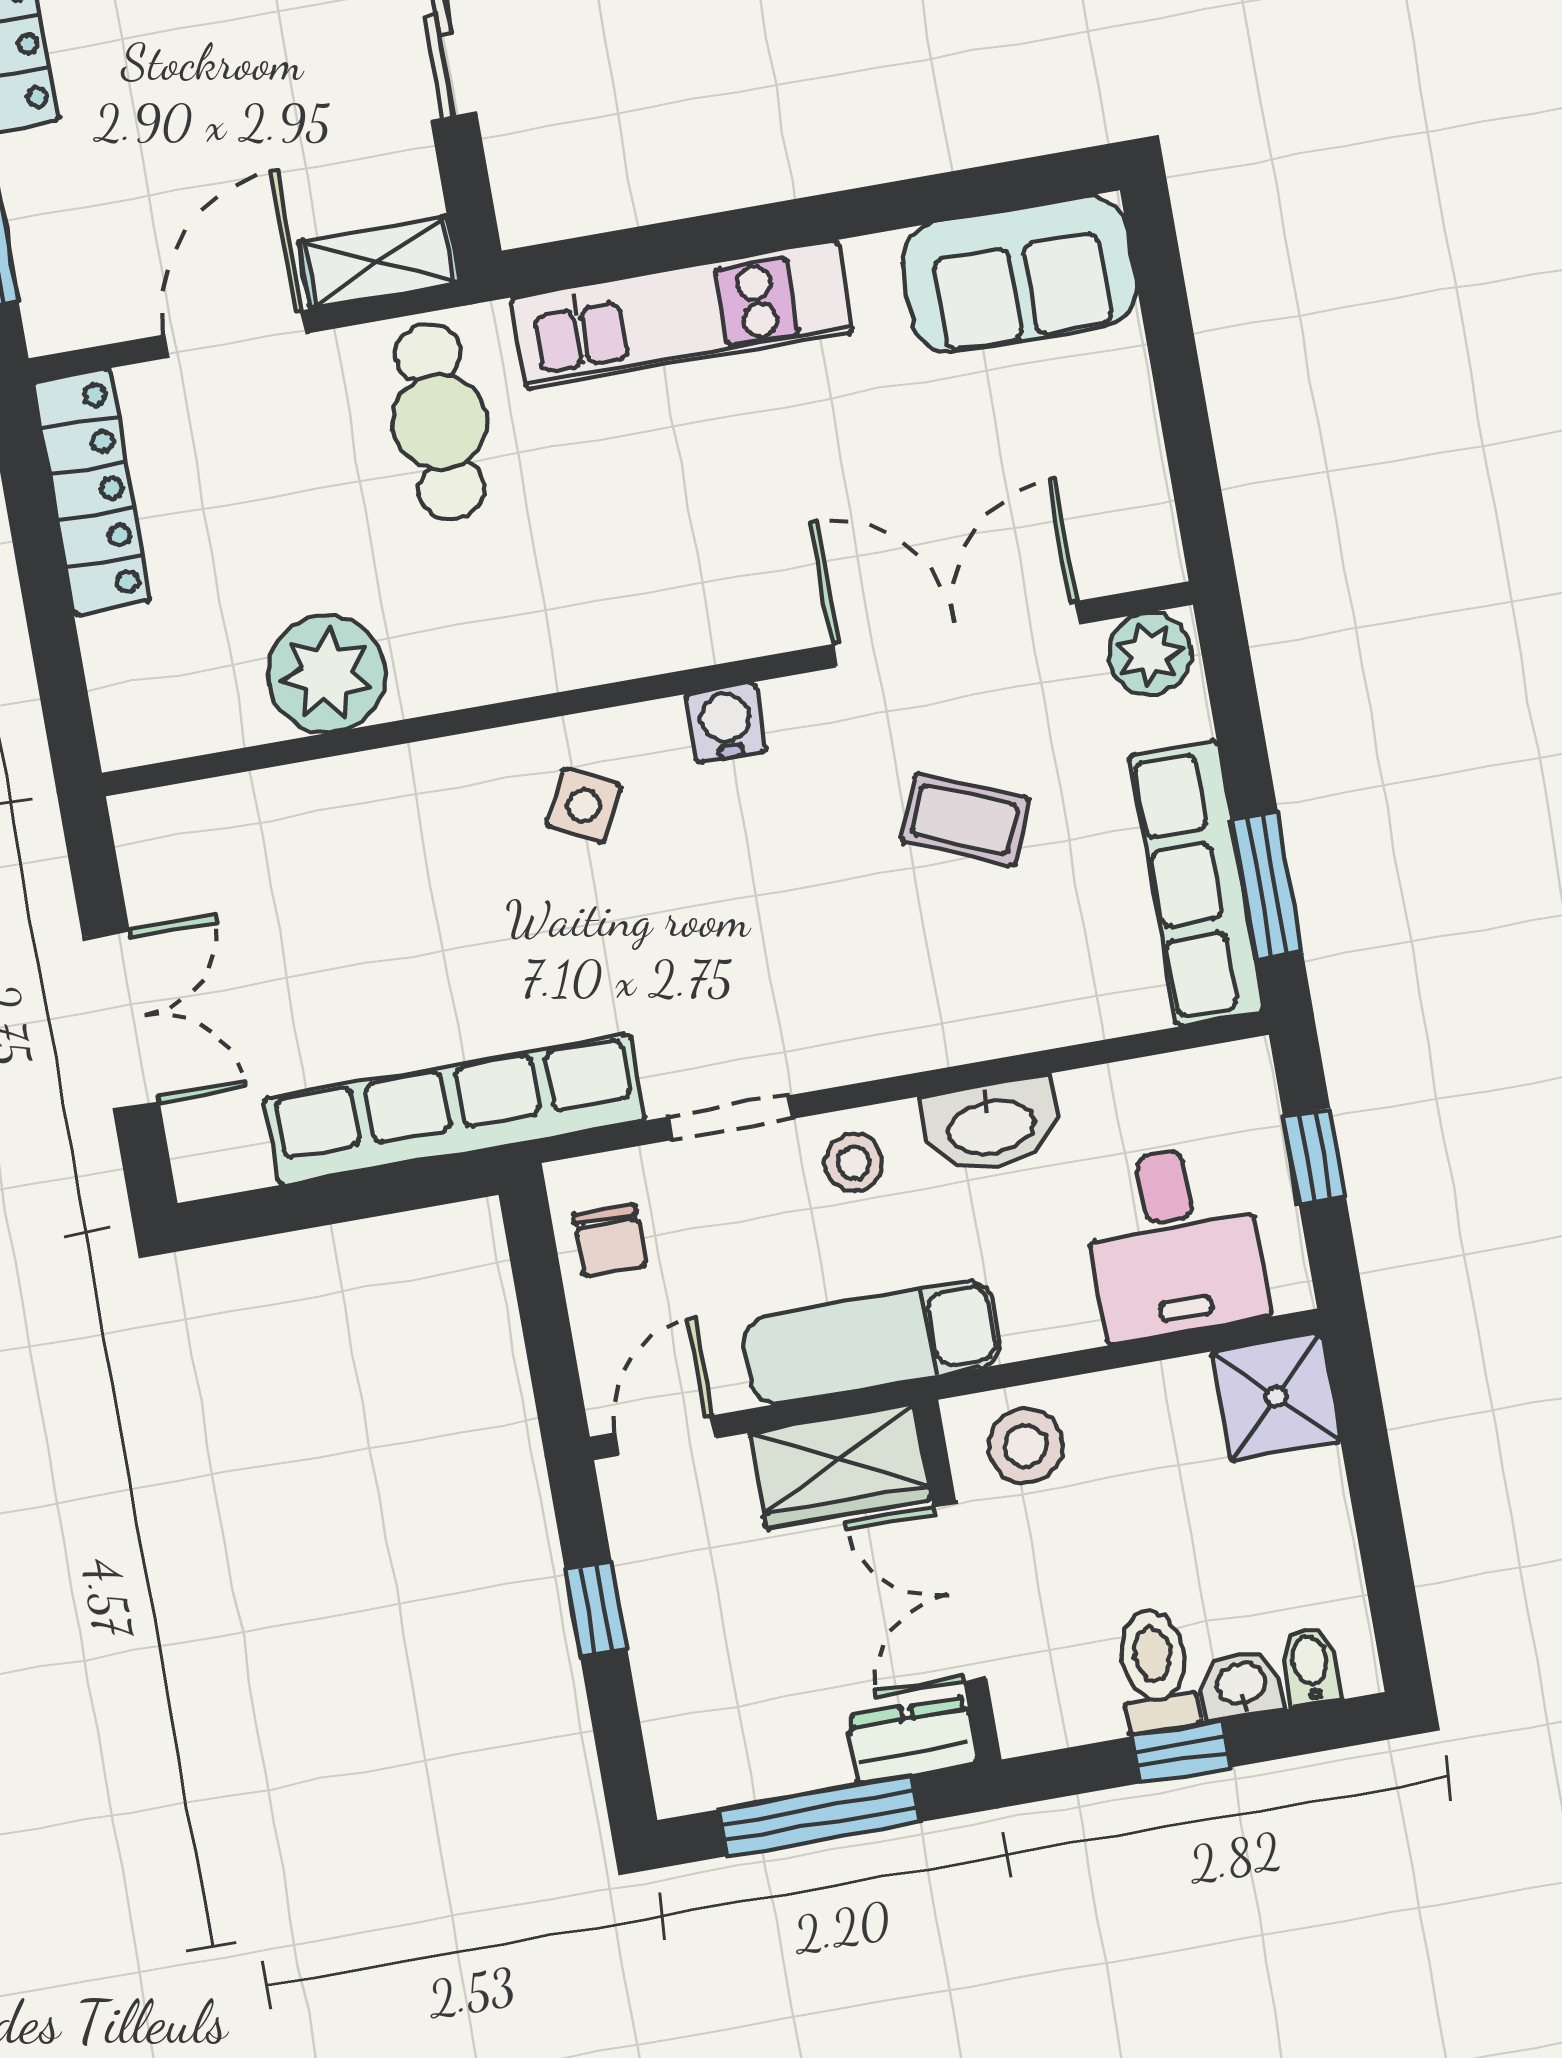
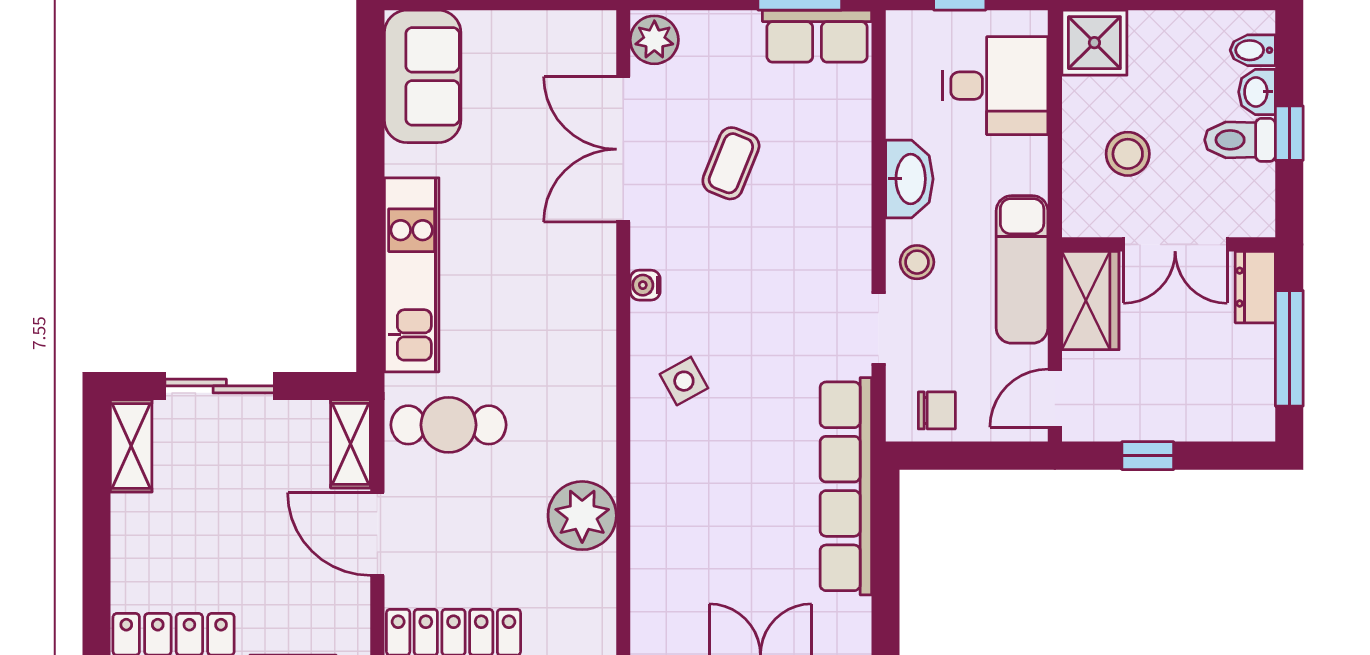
water cooler: (726, 723) -> (645, 285), width x0.72, depth x0.72
side table: (584, 805) -> (684, 381), turned 33
row of seats: (1197, 883) -> (817, 36), width x0.68
door: (665, 1436) -> (1055, 398), hinge flipped
stool: (1026, 1446) -> (1128, 154), moved

